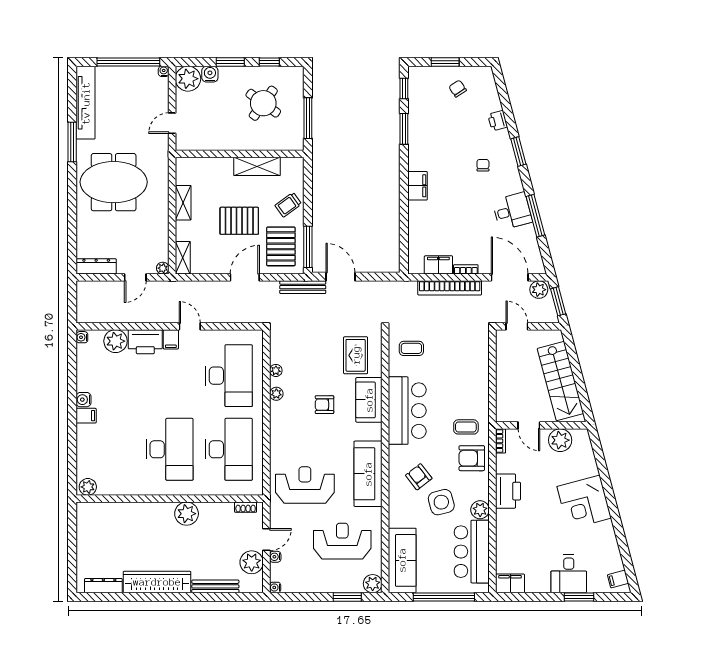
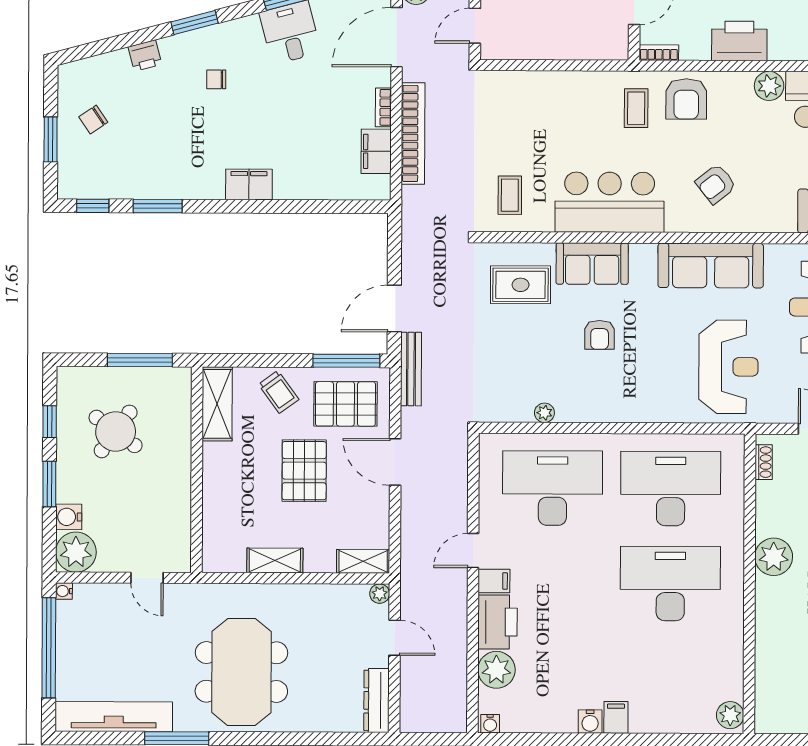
shelving: (257, 166) -> (217, 404), moved
plant: (276, 394) -> (582, 412), removed
reception desk: (305, 485) -> (728, 367), turned 180
side table: (441, 502) -> (757, 148), removed

